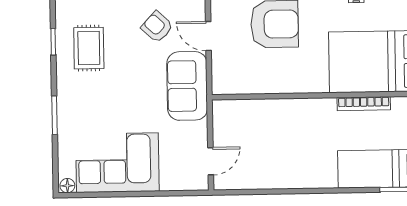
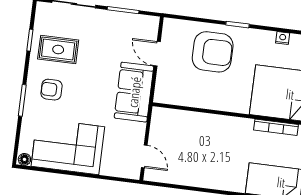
armchair: (157, 27) -> (51, 90), moved, turned -43
rug: (89, 48) -> (58, 50), turned 90
door: (211, 161) -> (144, 156), hinge flipped

